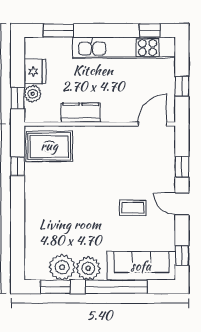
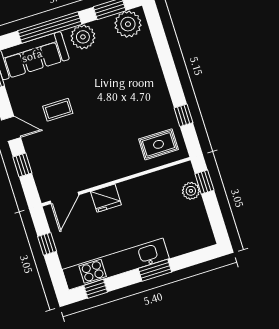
window: (58, 30) -> (155, 270), moved
fridge: (35, 71) -> (106, 198), moved, turned -90
kitchen counter: (81, 113) -> (138, 187), removed
rug: (49, 146) -> (158, 144), width x0.73, depth x0.70
plant: (62, 267) -> (128, 24), moved

